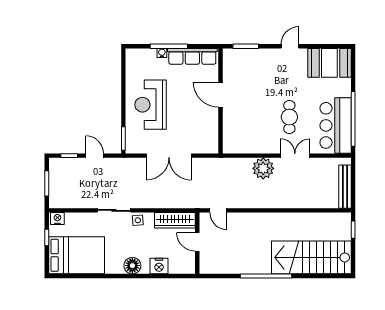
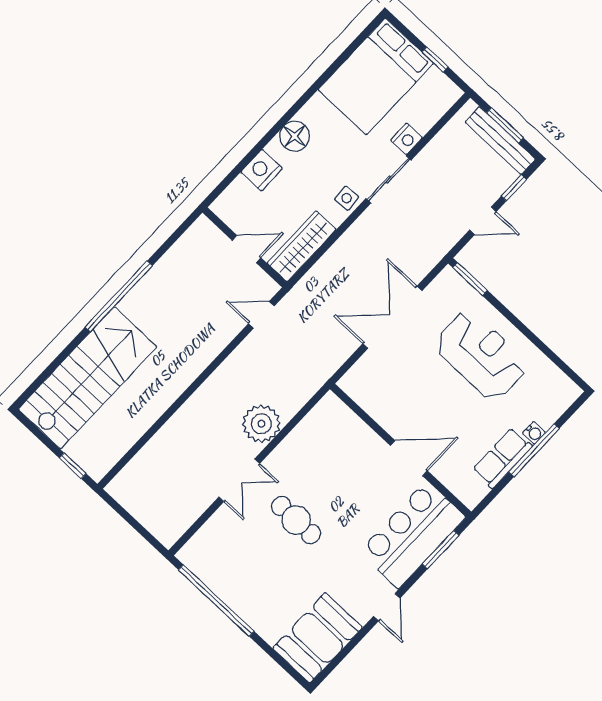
row of seats: (192, 56) -> (502, 458), width x0.68
bar counter: (336, 125) -> (412, 534), moved, turned -90
bench: (345, 187) -> (500, 141), moved
nightstand: (57, 219) -> (406, 139), moved

